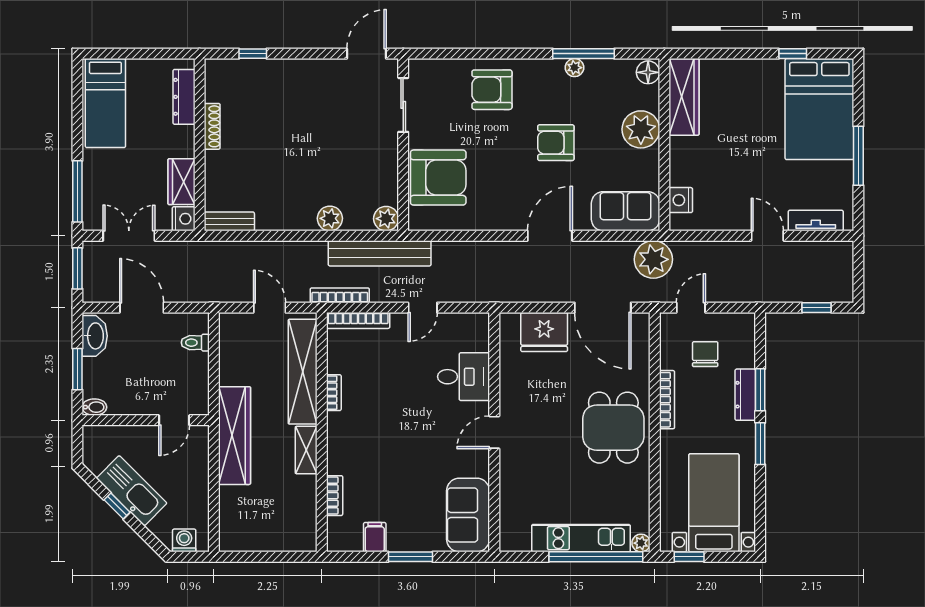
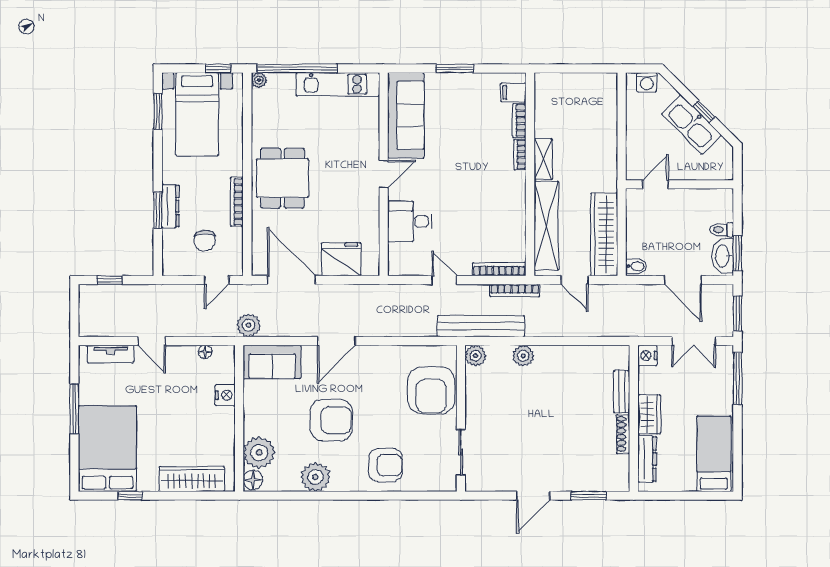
window: (253, 54) -> (589, 496), width x1.50
door: (367, 54) -> (533, 496), moved
window: (584, 54) -> (308, 496), removed
plant: (574, 68) -> (315, 477), width x1.88, depth x1.88
wardrobe: (684, 97) -> (192, 479), moved, turned 90
plant: (641, 129) -> (259, 453), moved
armchair: (556, 143) -> (331, 420), width x1.36, depth x1.36
armchair: (438, 178) -> (431, 390), turned -90
wardrobe: (181, 182) -> (649, 414), moved
nightstand: (681, 200) -> (225, 395), moved
bench: (229, 221) -> (622, 392), moved, turned 90
floor lamp: (704, 223) -> (205, 352), added
plant: (653, 259) -> (248, 325), width x0.73, depth x0.73
door: (423, 308) -> (444, 280), hinge flipped
toilet: (195, 343) -> (722, 230), moved, turned 180
window: (77, 369) -> (738, 253), moved
bookcase: (334, 393) -> (520, 154), moved
bidet: (94, 407) -> (636, 266), moved, turned 180
wardrobe: (235, 436) -> (604, 234), moved
window: (760, 444) -> (158, 111), moved
sofa: (468, 515) -> (406, 115), width x1.36
filing cabinet: (375, 537) -> (513, 92), moved, turned 90
kitchen unit: (581, 538) -> (338, 84), moved

